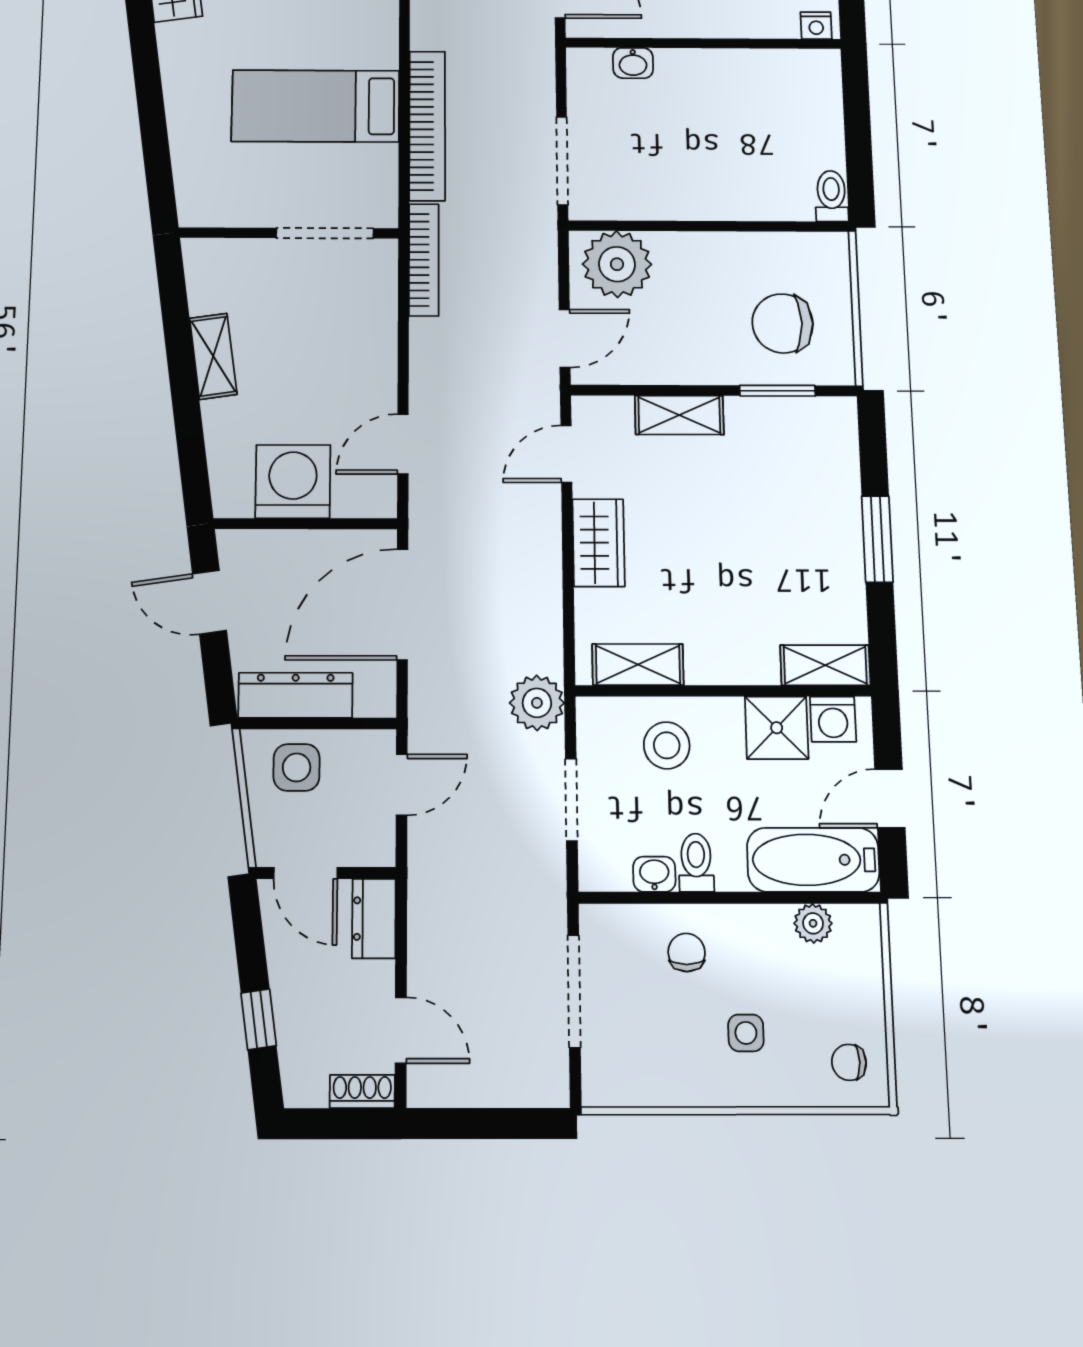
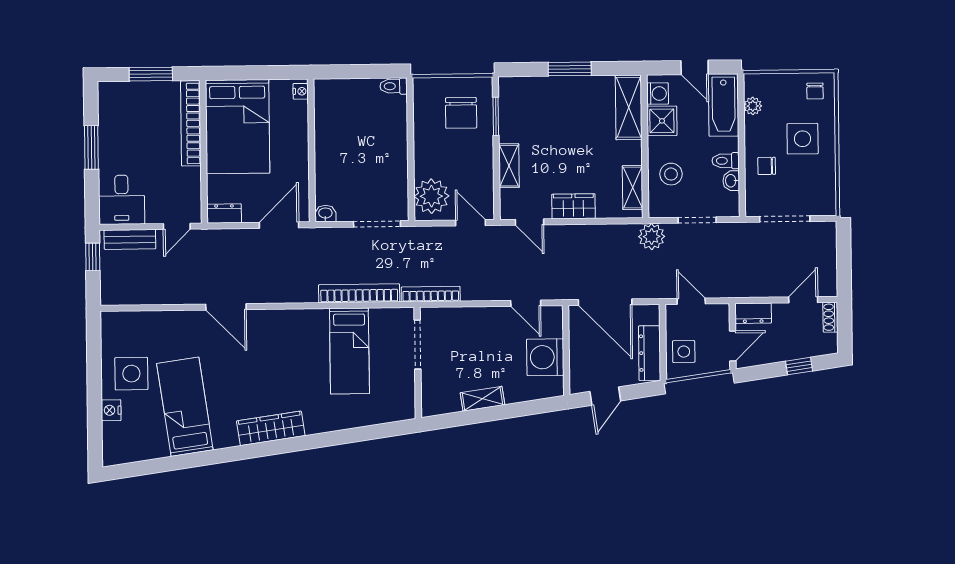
washbasin: (633, 63) -> (325, 213), moved, turned -90
shelving: (825, 665) -> (629, 107), width x1.50, depth x1.33
side table: (746, 1033) -> (803, 139), width x1.87, depth x1.87

